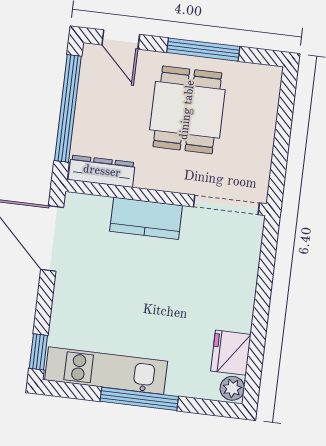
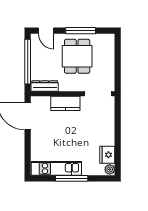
window: (38, 352) -> (28, 164), removed

